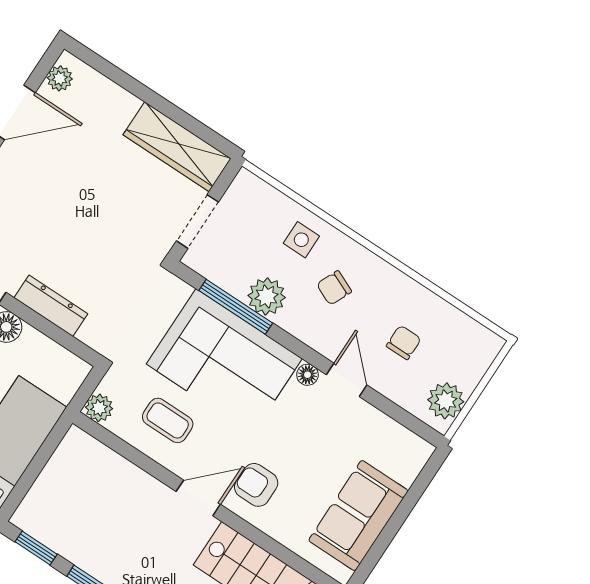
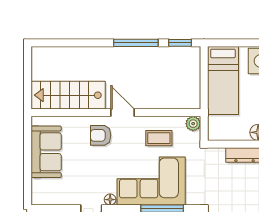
armchair: (256, 485) -> (101, 135), turned 180
door: (198, 498) -> (123, 113), swing flipped

